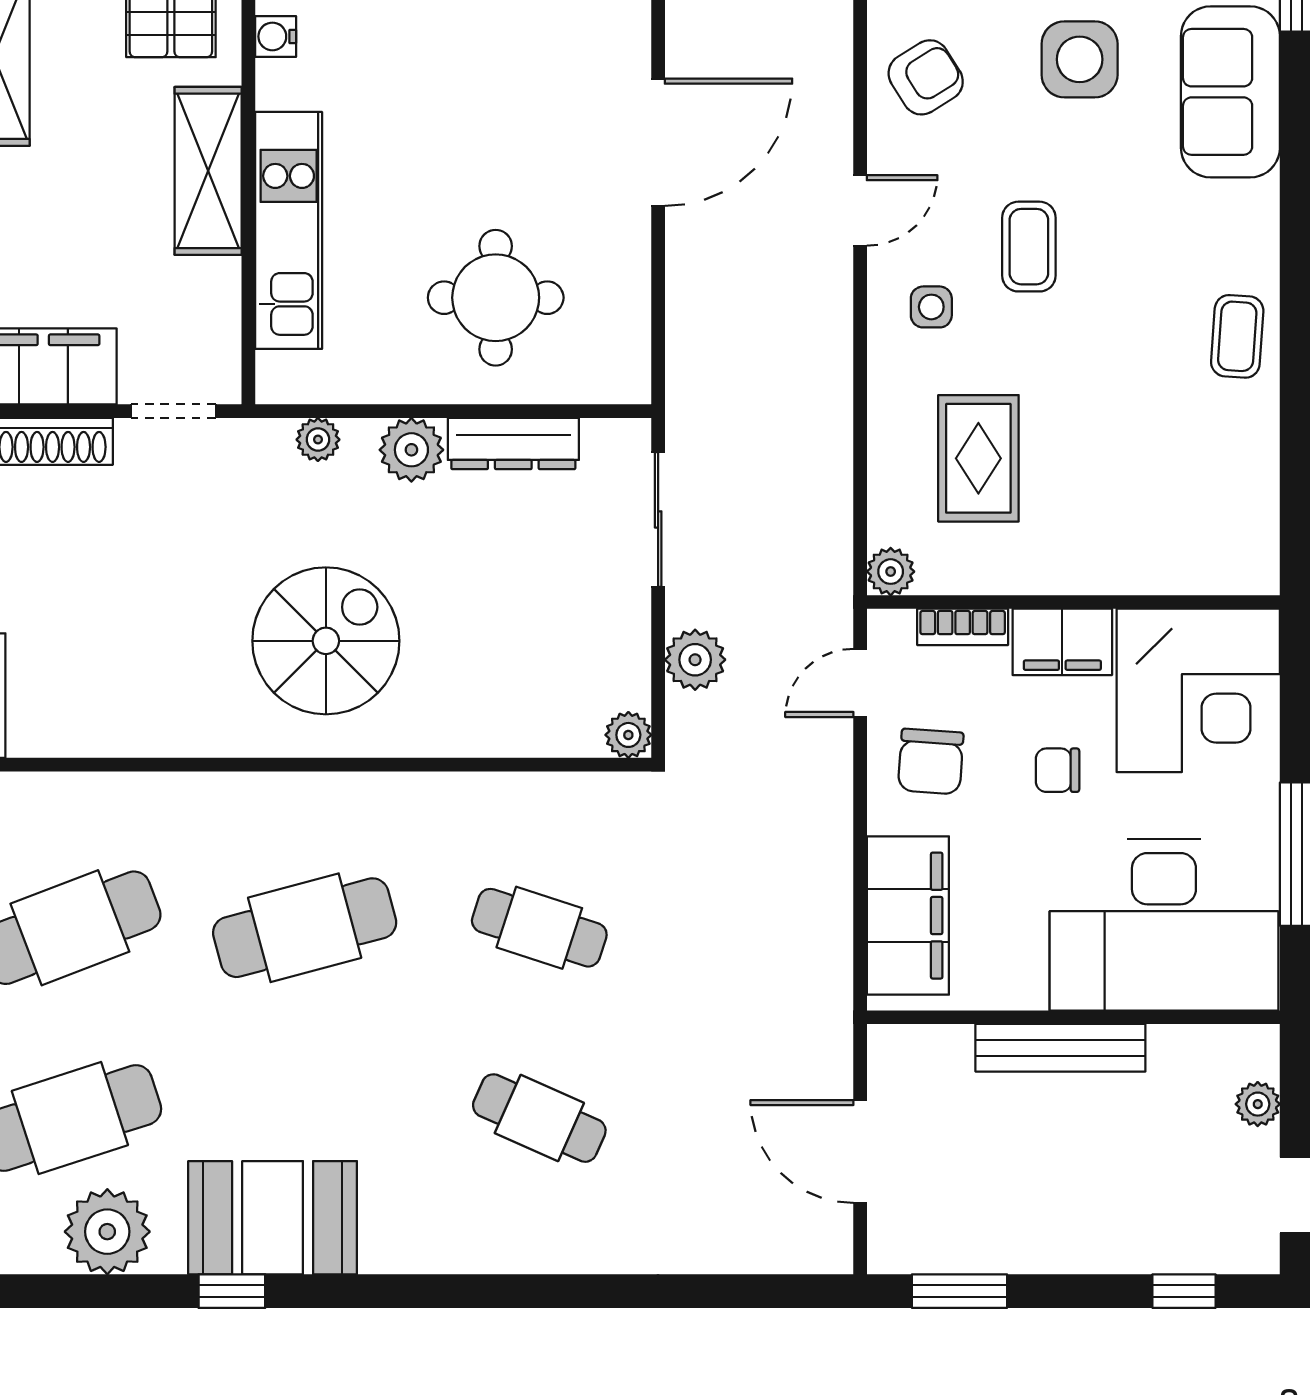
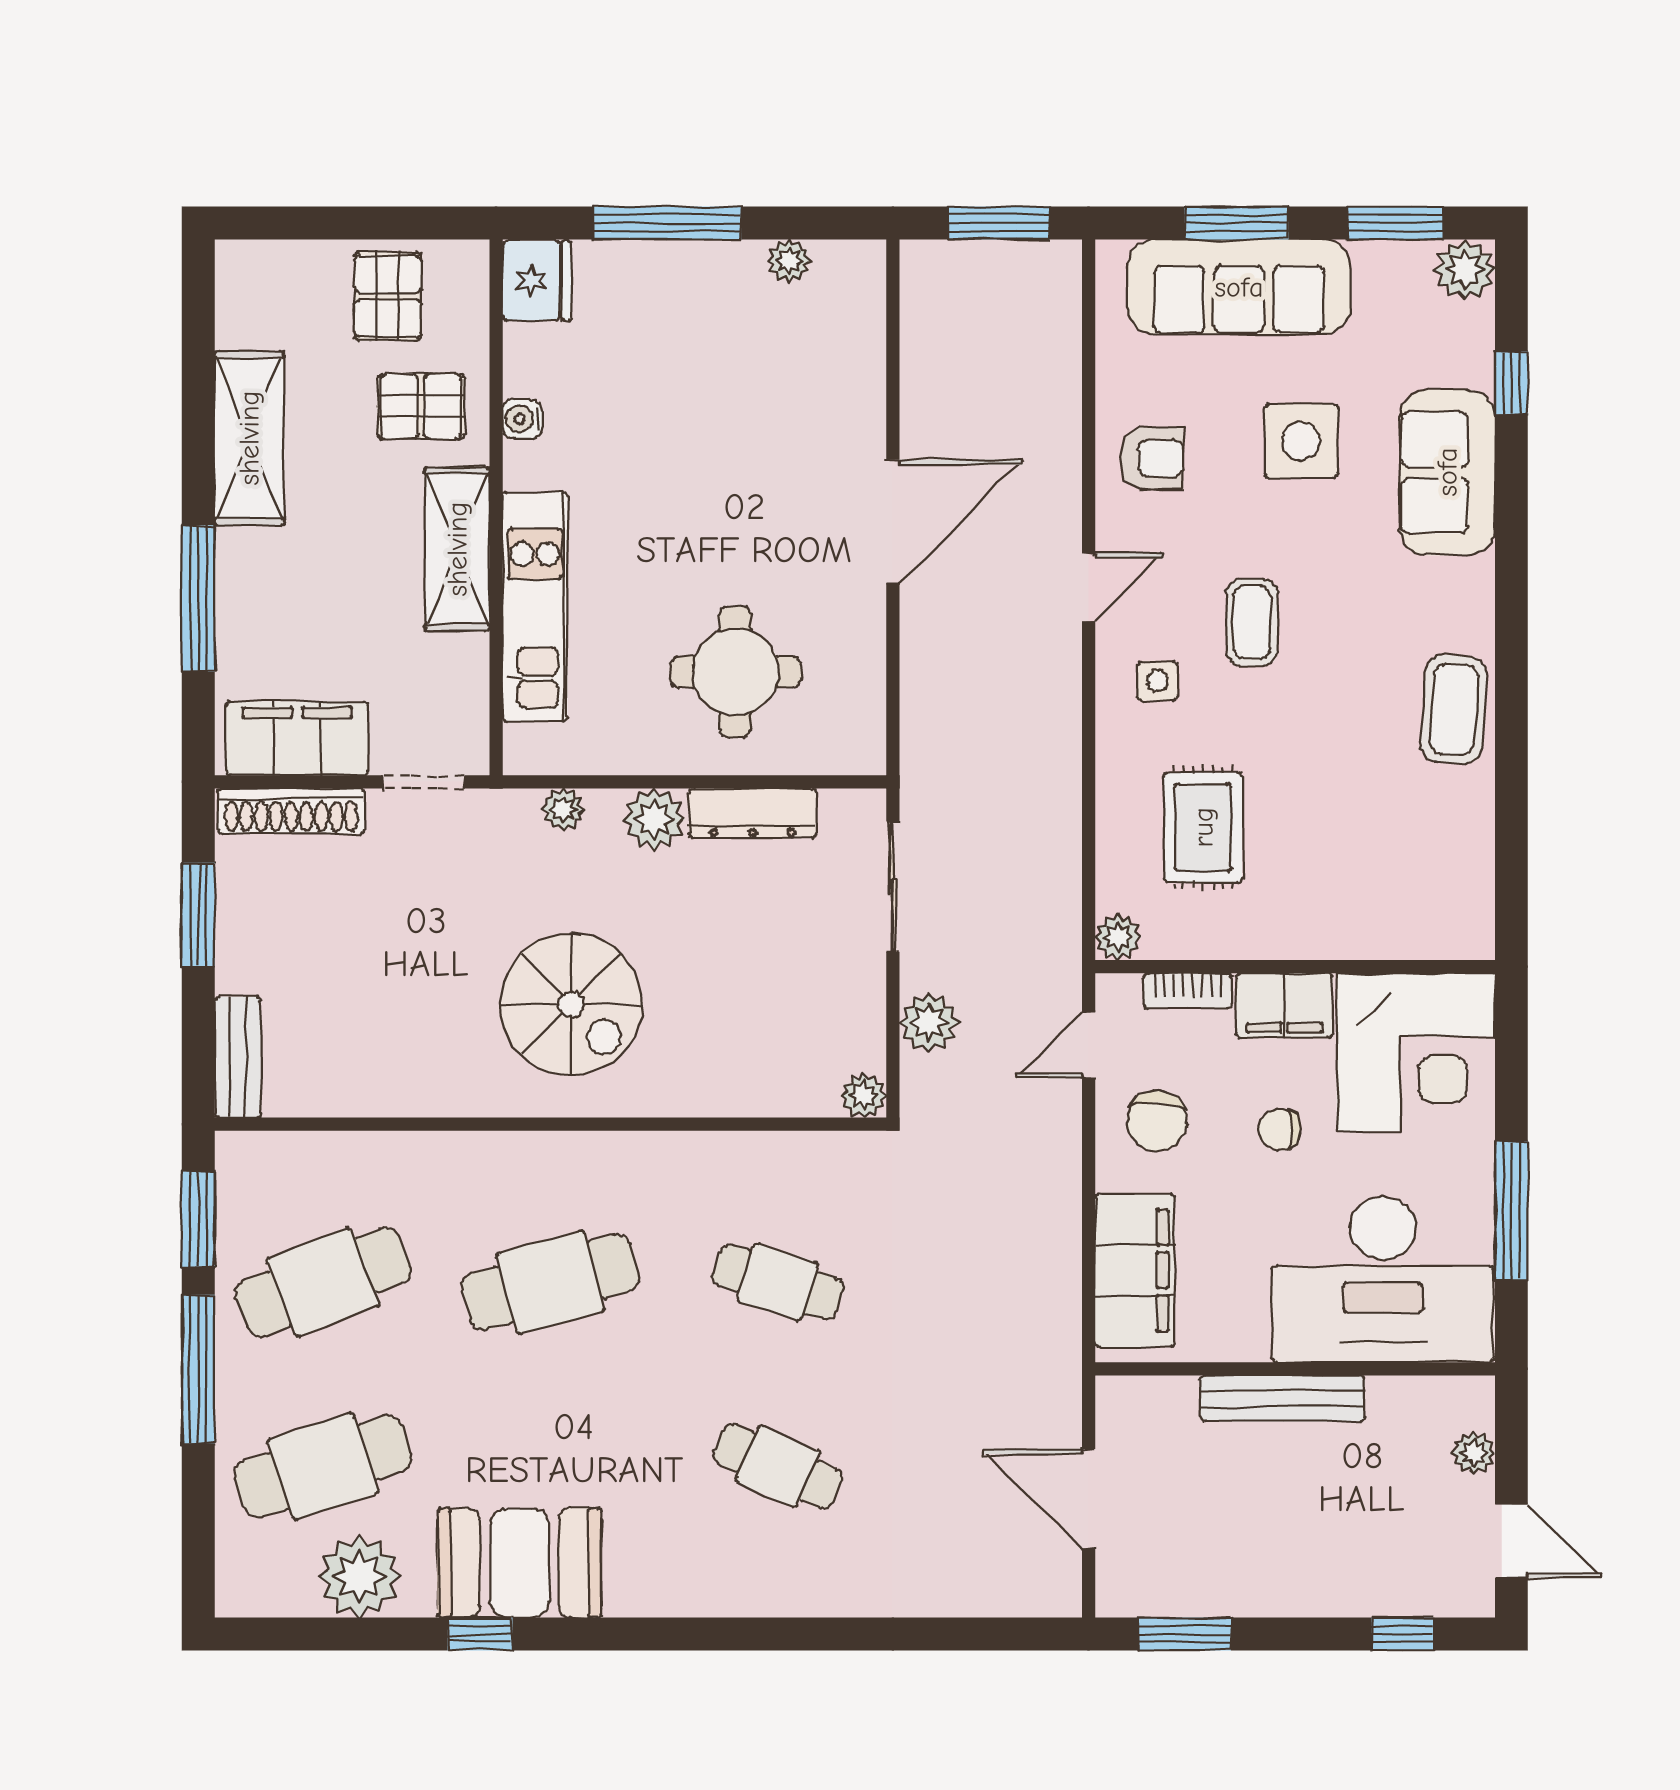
armchair: (926, 77) -> (1152, 458), turned 32
coffee table: (1237, 336) -> (1454, 709), width x1.36, depth x1.30
spiral stairs: (326, 641) -> (571, 1004), turned 90

